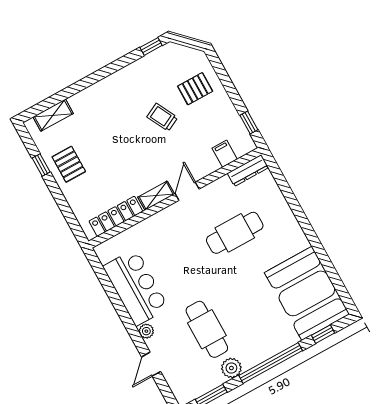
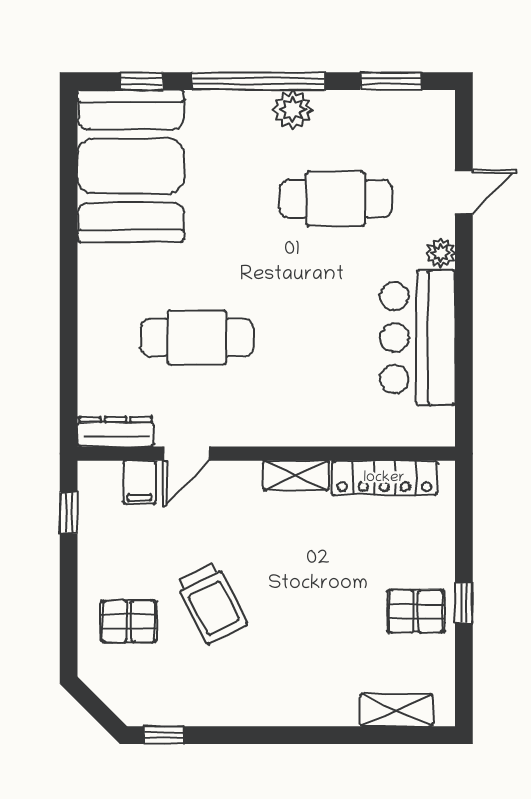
trolley: (162, 117) -> (212, 603), width x1.36, depth x1.39
pallet: (69, 164) -> (416, 611), turned 90
window: (41, 165) -> (464, 603), moved
door: (187, 191) -> (186, 454), moved
cafe table: (207, 329) -> (336, 199), turned 90
plant: (231, 368) -> (293, 110), moved

